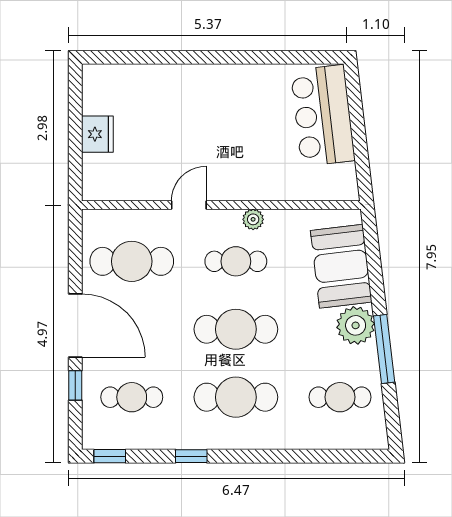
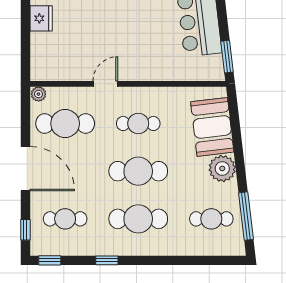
fridge: (97, 134) -> (41, 18), moved
window: (362, 166) -> (227, 57), added
plant: (253, 219) -> (39, 94), moved
window: (384, 349) -> (246, 216), moved
window: (75, 385) -> (25, 230), moved

